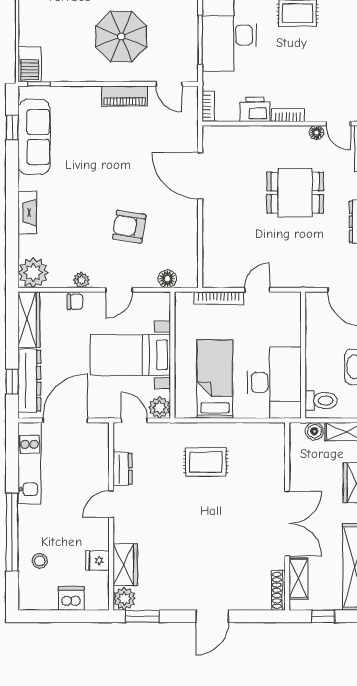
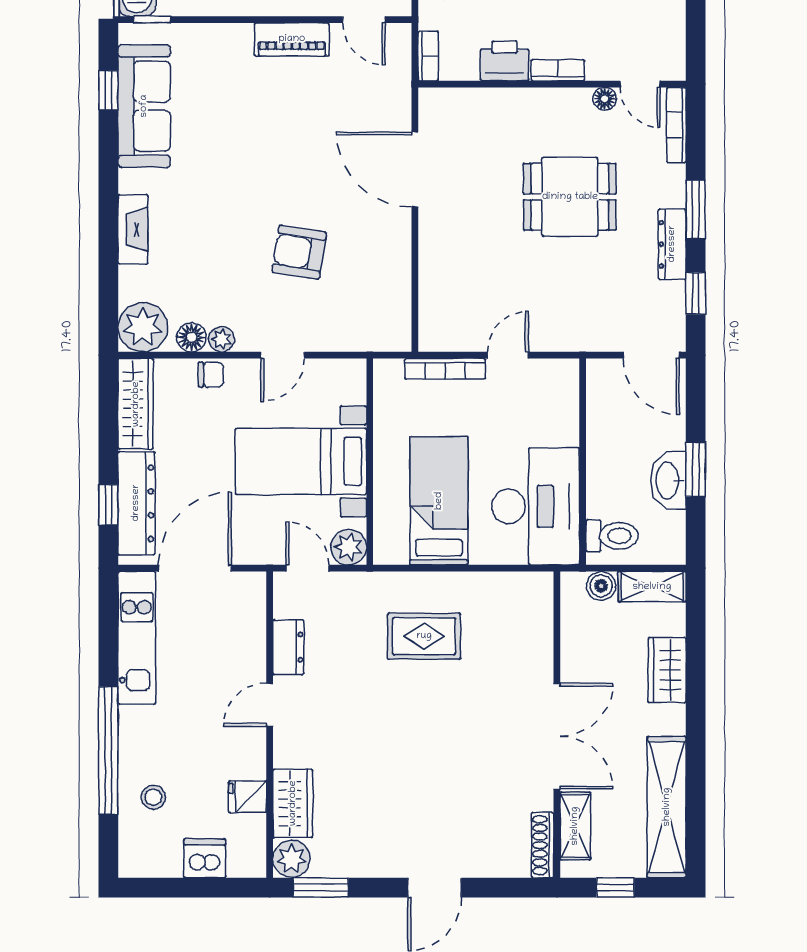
floor lamp: (167, 279) -> (192, 337), moved

